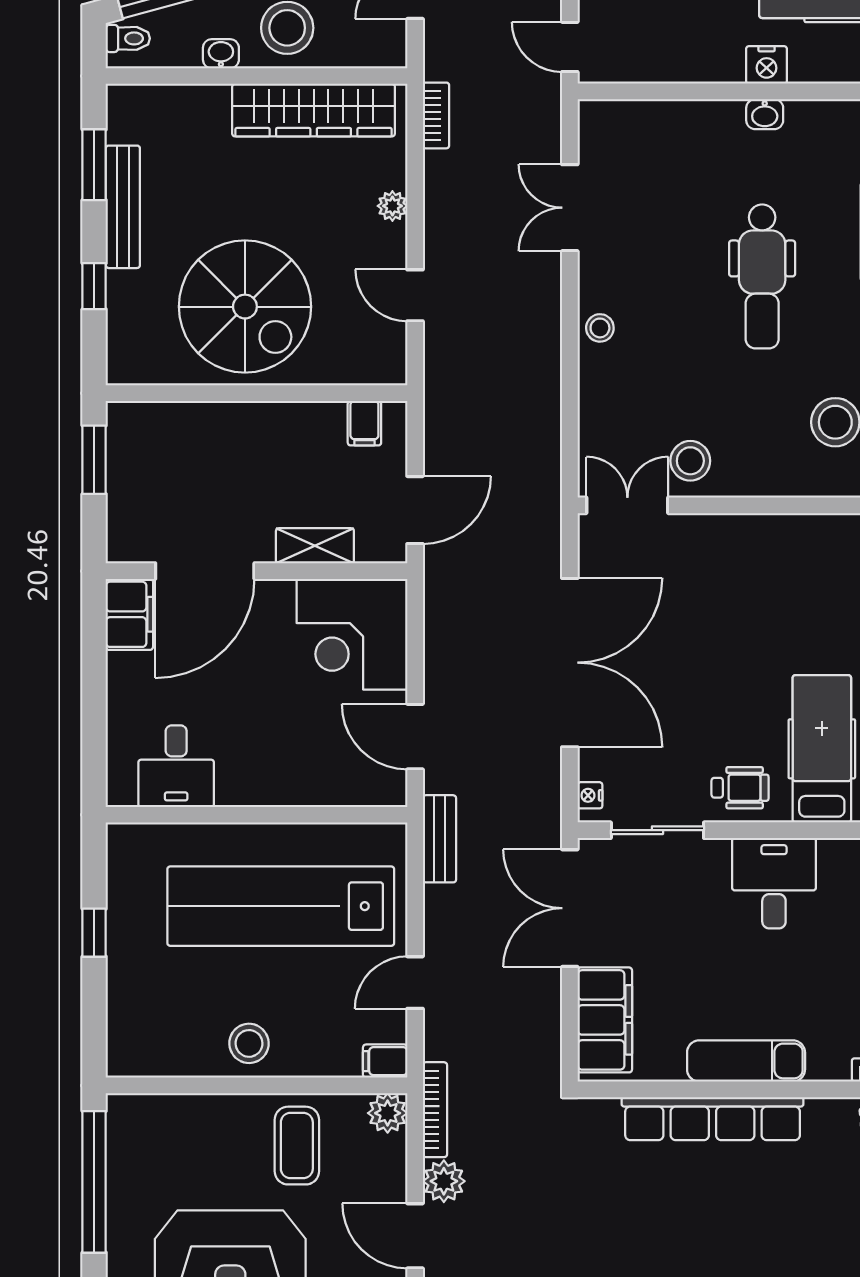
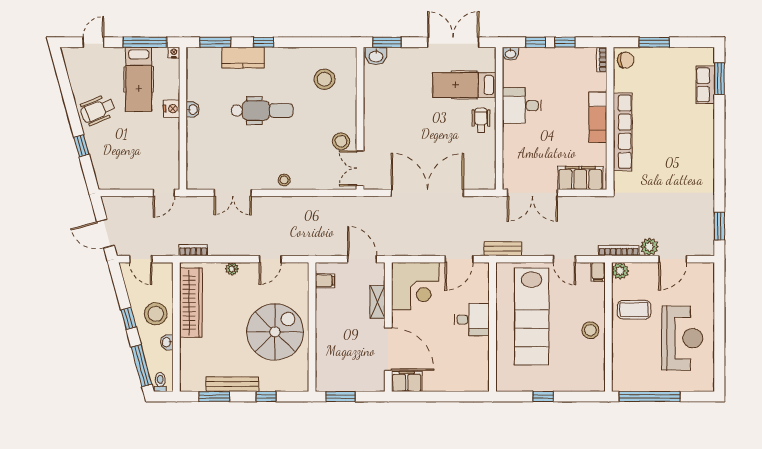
desk: (176, 766) -> (472, 320), moved
nightstand: (590, 795) -> (484, 184), removed
sliding door: (657, 830) -> (499, 155), removed

